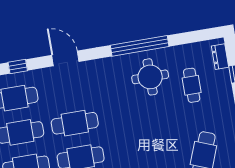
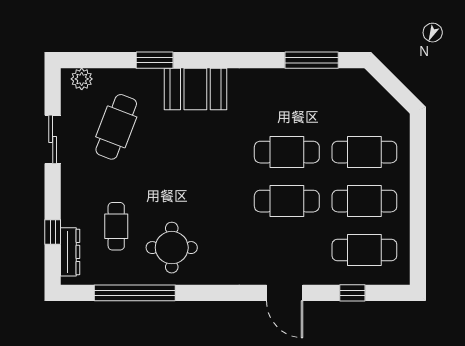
window: (140, 46) -> (135, 293), moved
dresser: (220, 57) -> (70, 252), width x1.44

